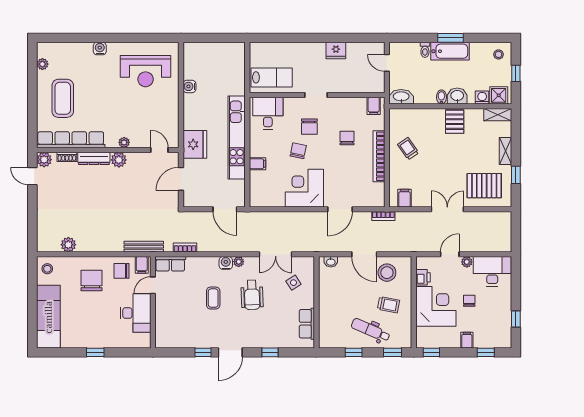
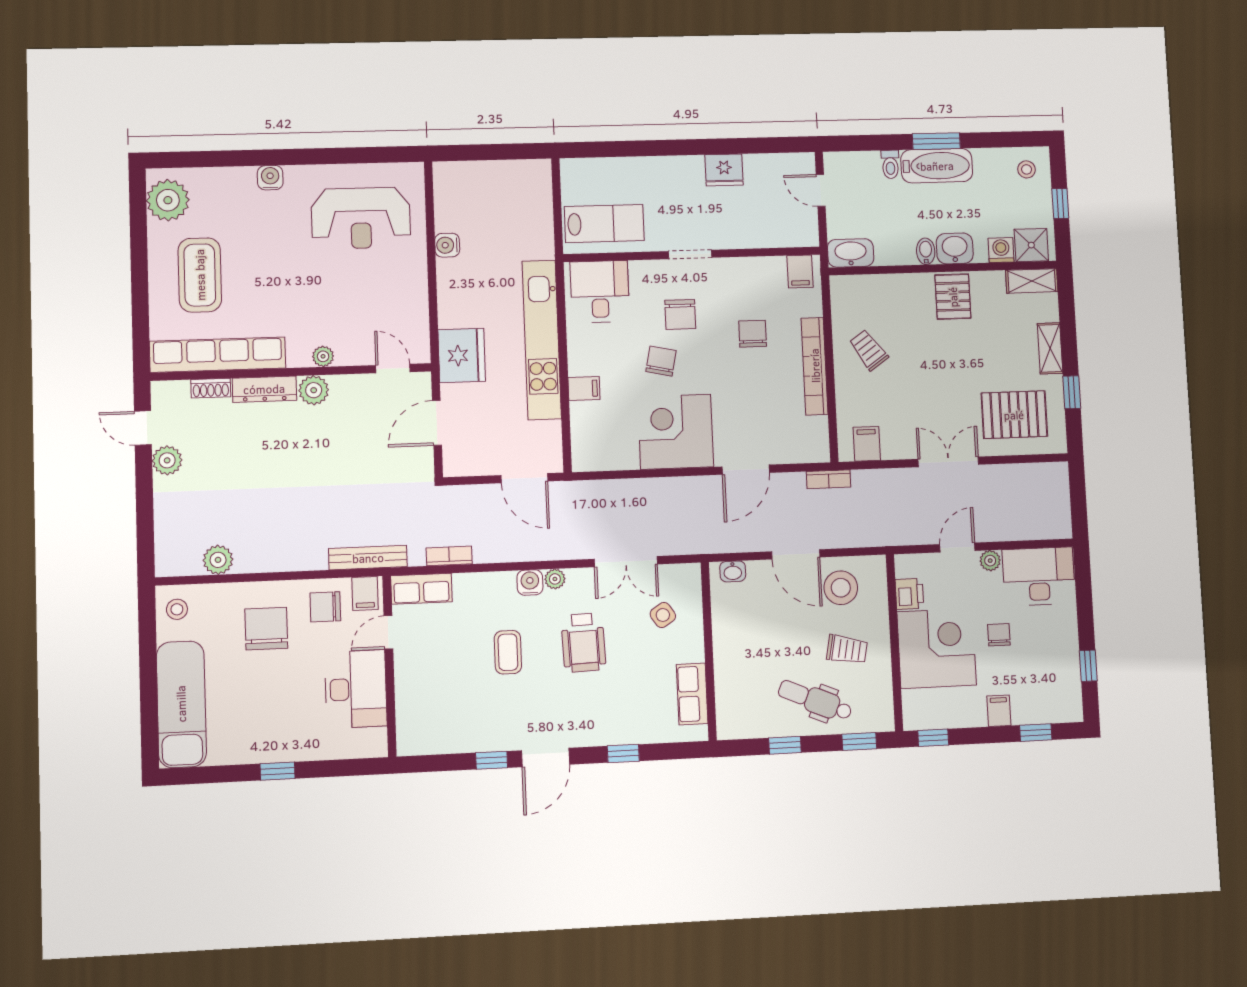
plant: (42, 64) -> (168, 200), width x1.88, depth x1.88
plant: (44, 160) -> (167, 460), moved

